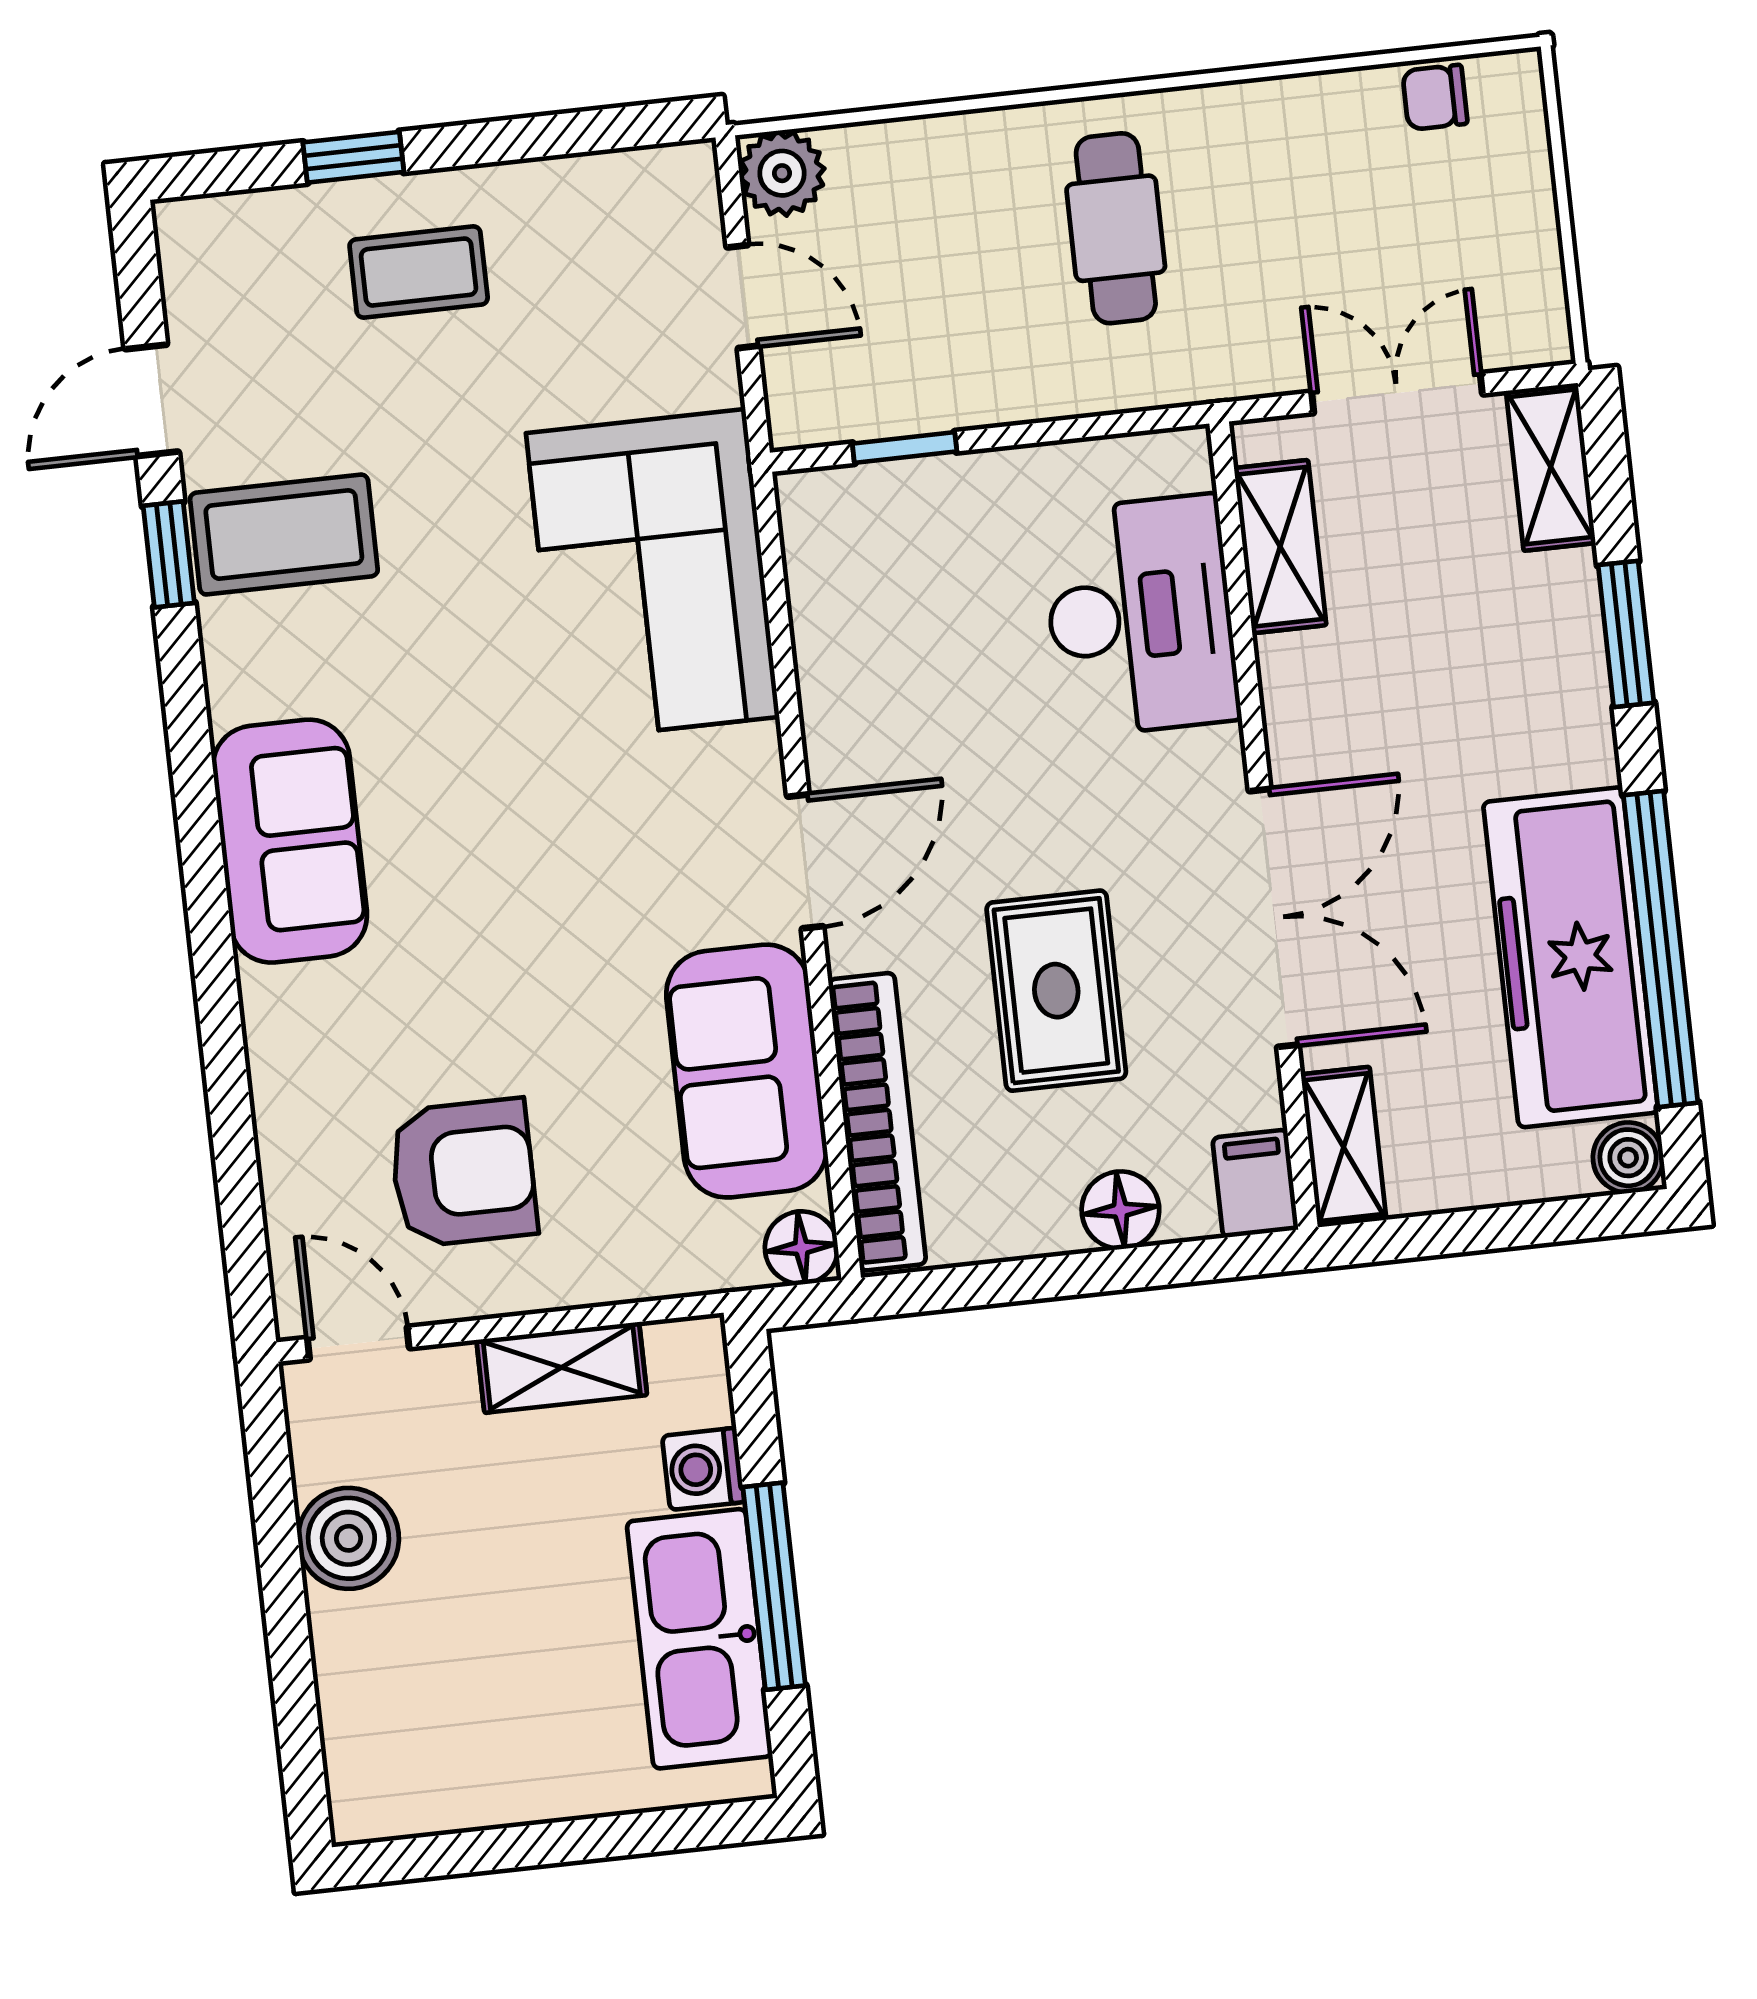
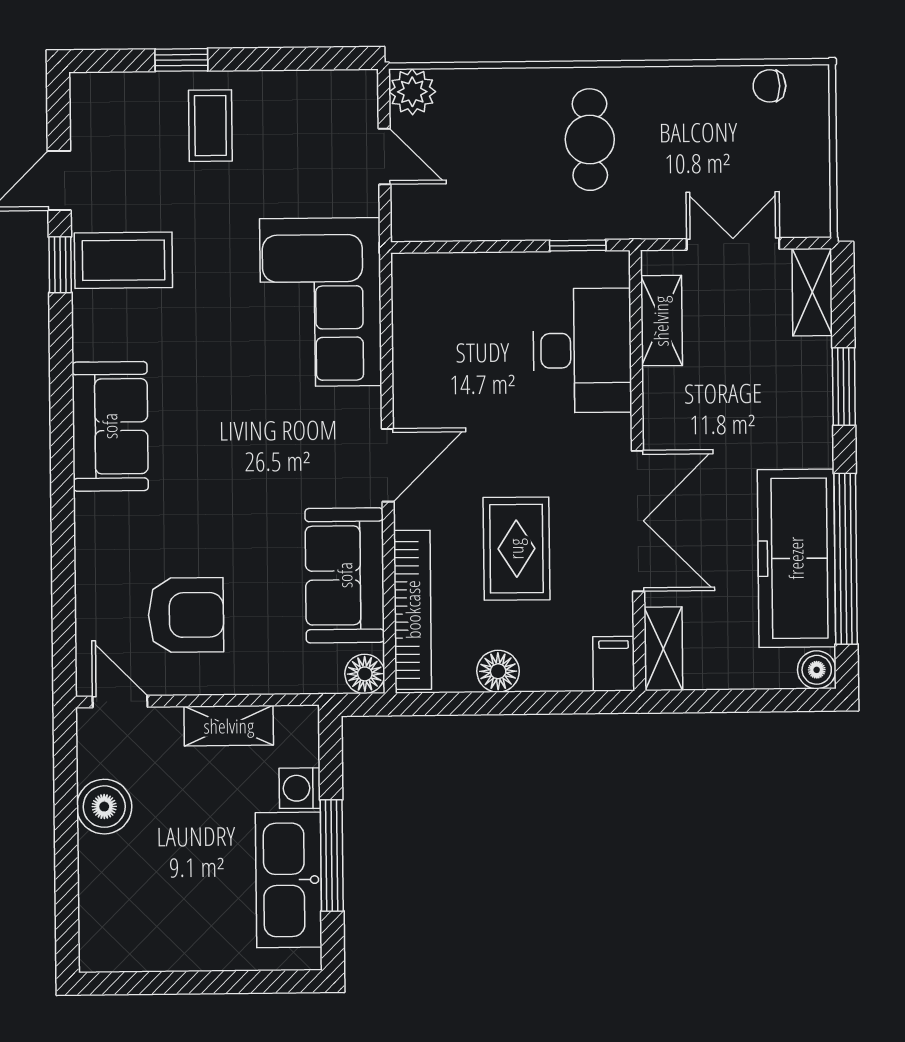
coffee table: (419, 272) -> (210, 126), turned 90
window: (905, 447) -> (578, 246), moved
floor lamp: (1120, 1210) -> (498, 671), moved

